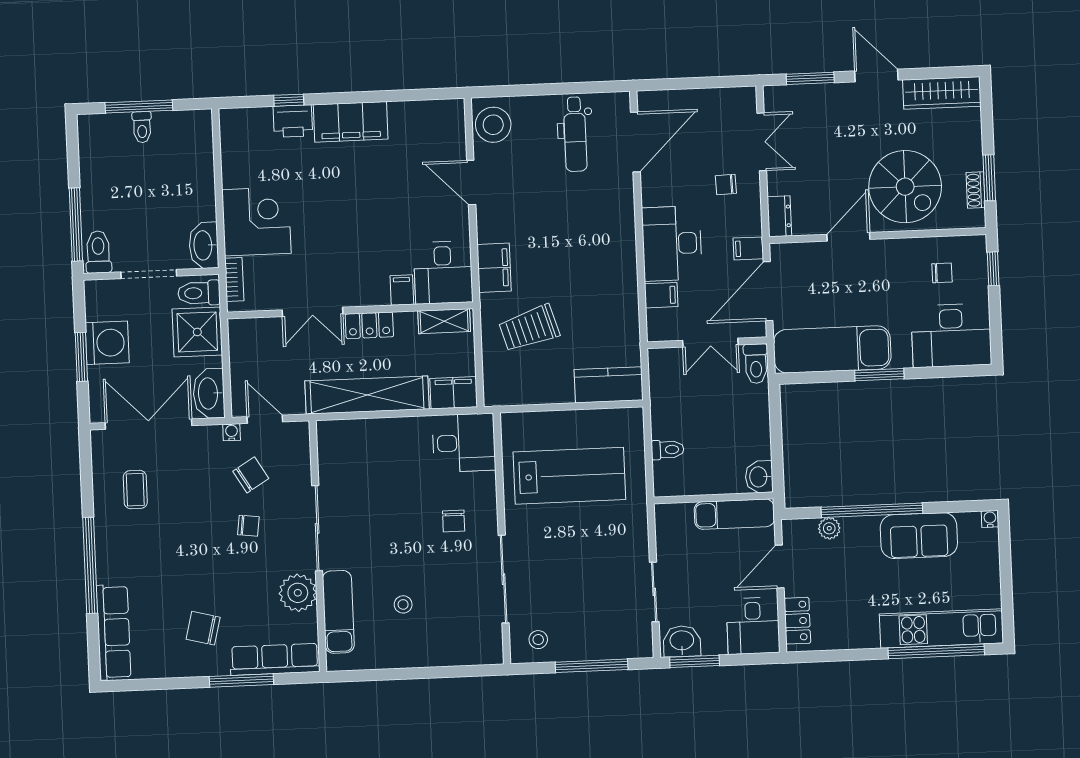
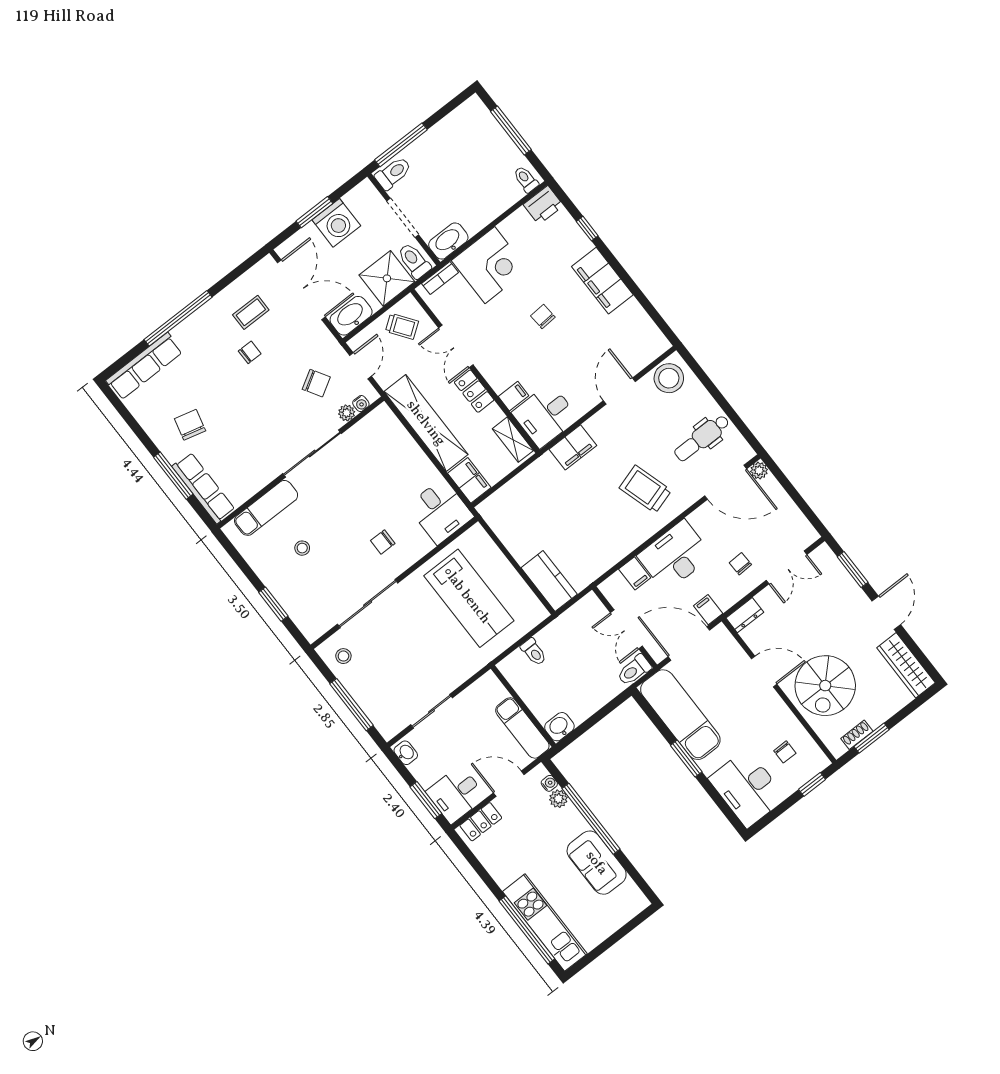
plant: (647, 101) -> (759, 471), added
printer: (293, 121) -> (543, 205), moved, turned -90
toilet: (142, 127) -> (526, 179), moved, turned 90
chair: (344, 205) -> (543, 316), added
trolley: (529, 328) -> (645, 489), moved
trolley: (255, 351) -> (402, 326), added
water cooler: (232, 432) -> (361, 404), moved, turned 90
water cooler: (990, 519) -> (549, 783), moved
chair: (248, 526) -> (250, 352), moved, turned -97
plant: (298, 593) -> (347, 413), moved, width x0.53, depth x0.53
washbasin: (682, 641) -> (406, 753), width x0.72, depth x0.69
window: (695, 661) -> (426, 800), moved
window: (438, 672) -> (273, 604), added

